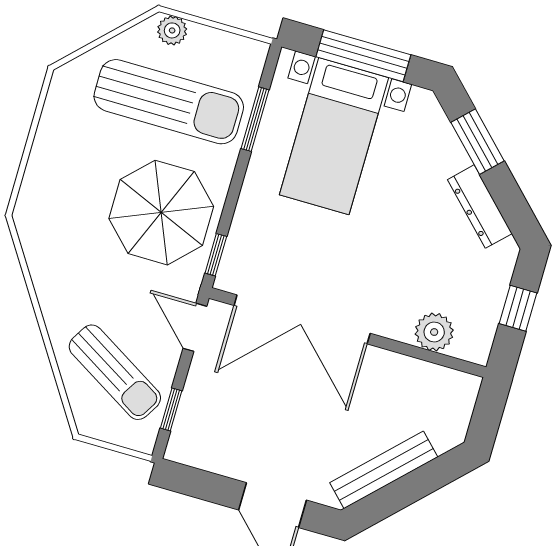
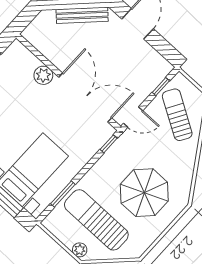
parasol: (161, 213) -> (144, 193), moved
door: (195, 327) -> (133, 117), hinge flipped
plant: (434, 332) -> (43, 75), moved

